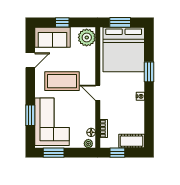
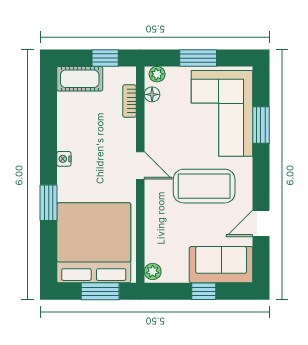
plant: (87, 37) -> (153, 271), width x0.53, depth x0.53
window: (54, 153) -> (198, 58), moved

